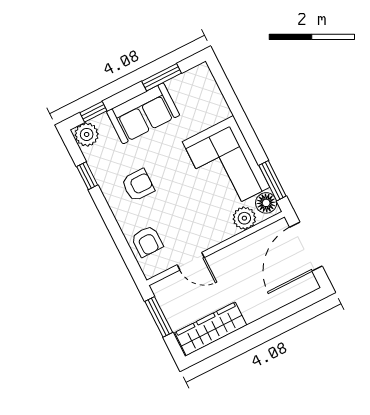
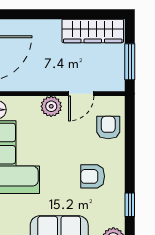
plant: (244, 218) -> (51, 106), moved
door: (191, 261) -> (81, 94), swing flipped

